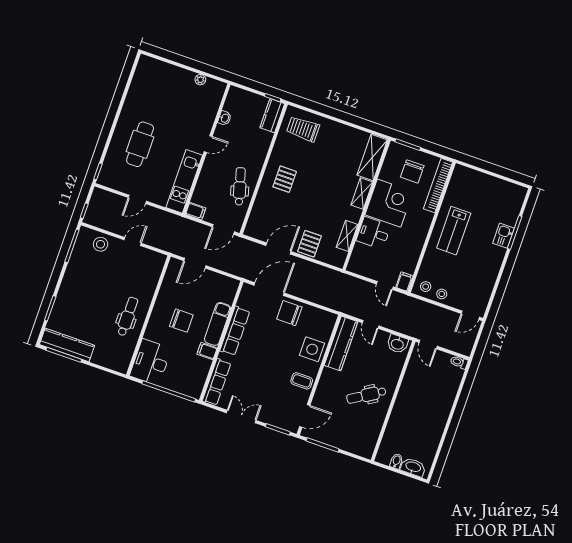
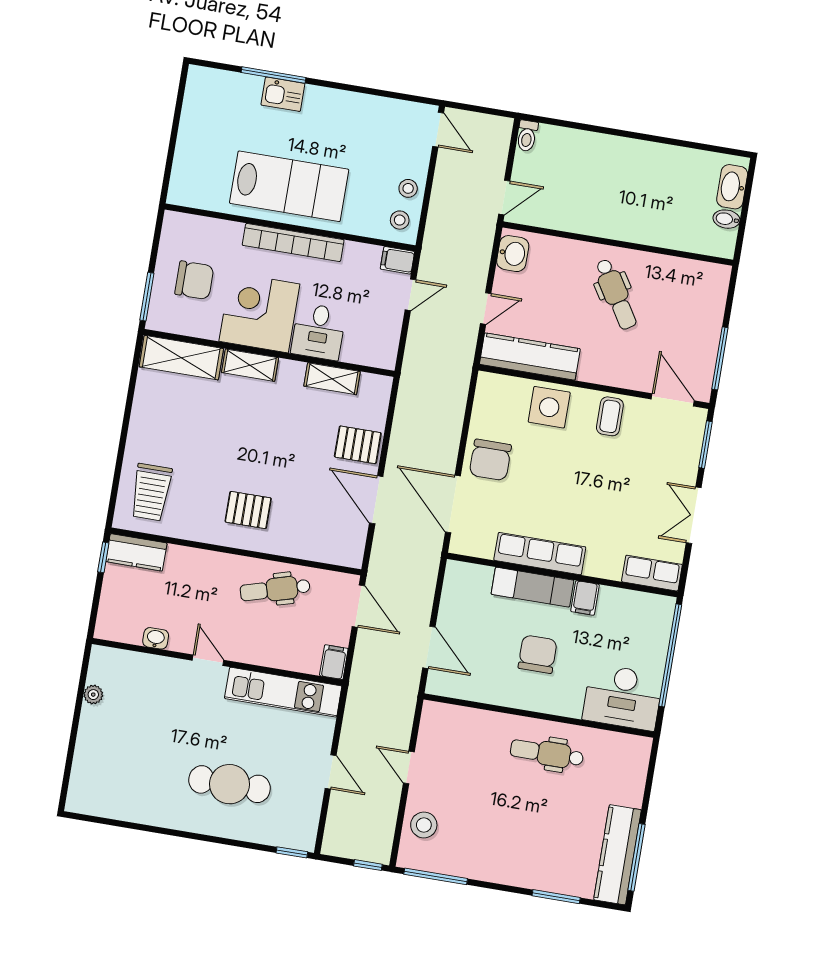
bookcase: (438, 185) -> (293, 242), moved
lab bench: (454, 231) -> (289, 186), width x1.36, depth x1.39
row of seats: (217, 382) -> (652, 573), width x0.68

